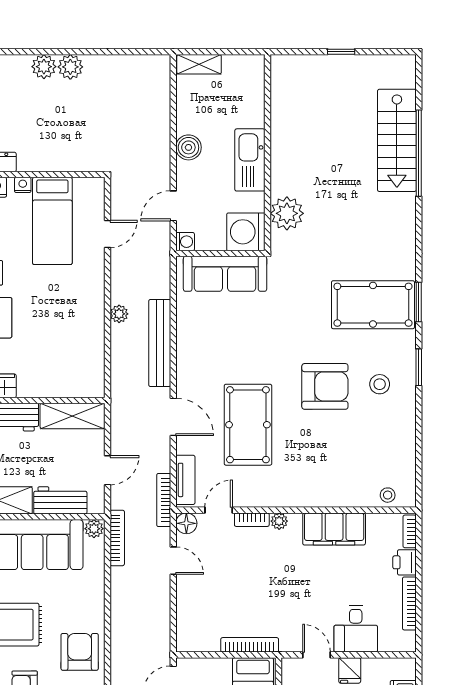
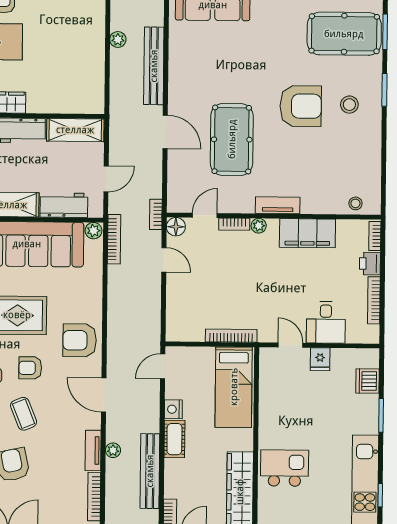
tv unit: (185, 480) -> (278, 205), moved, turned -90
bookcase: (164, 500) -> (156, 214), width x0.64
armchair: (80, 652) -> (80, 340), turned -90

